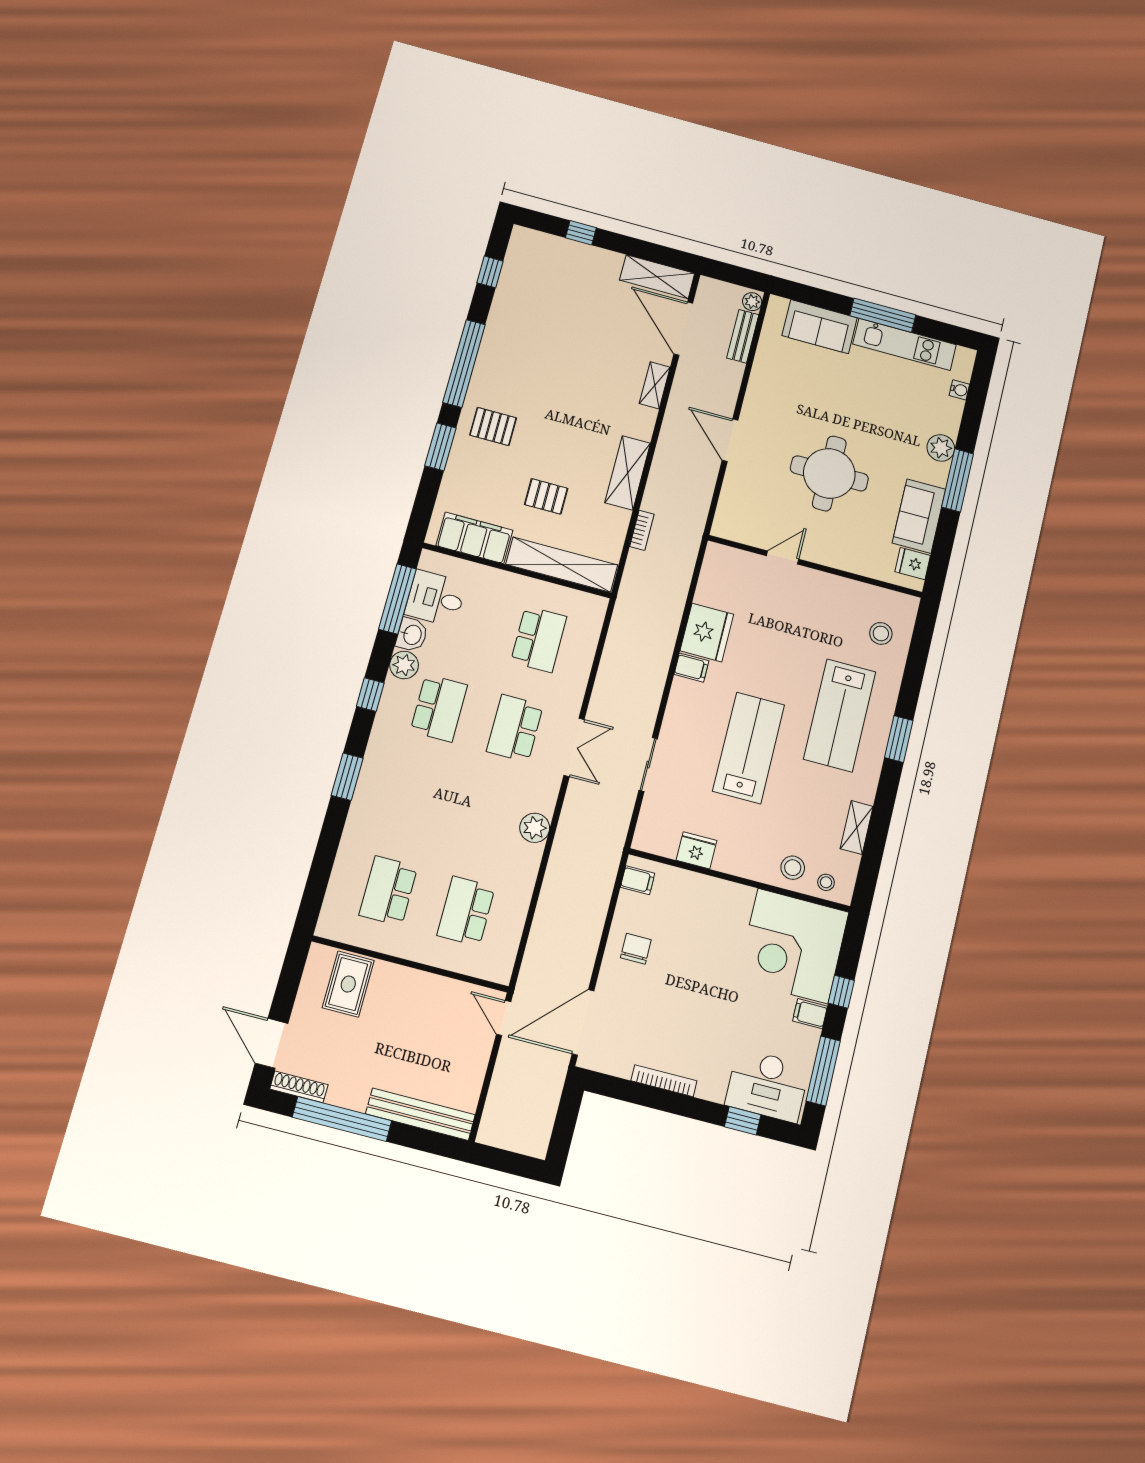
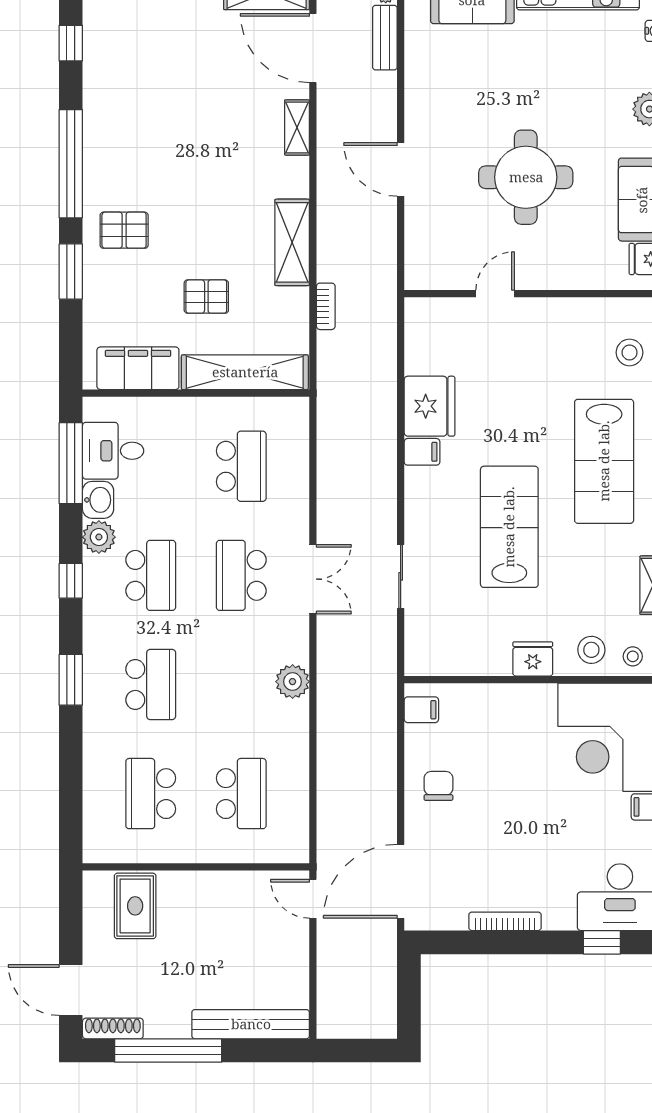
school desk: (414, 799) -> (151, 684), added
fridge: (696, 850) -> (533, 659), moved
school desk: (466, 911) -> (241, 794), turned 180

